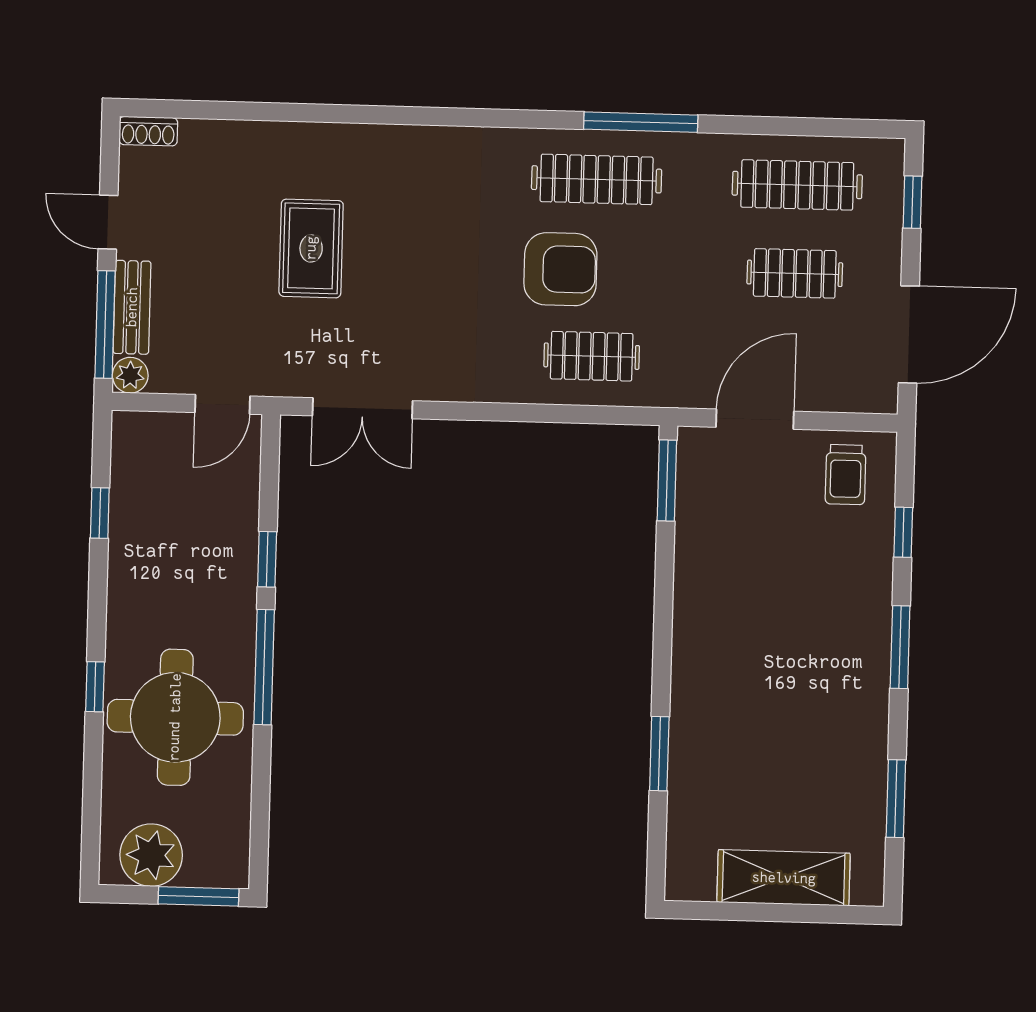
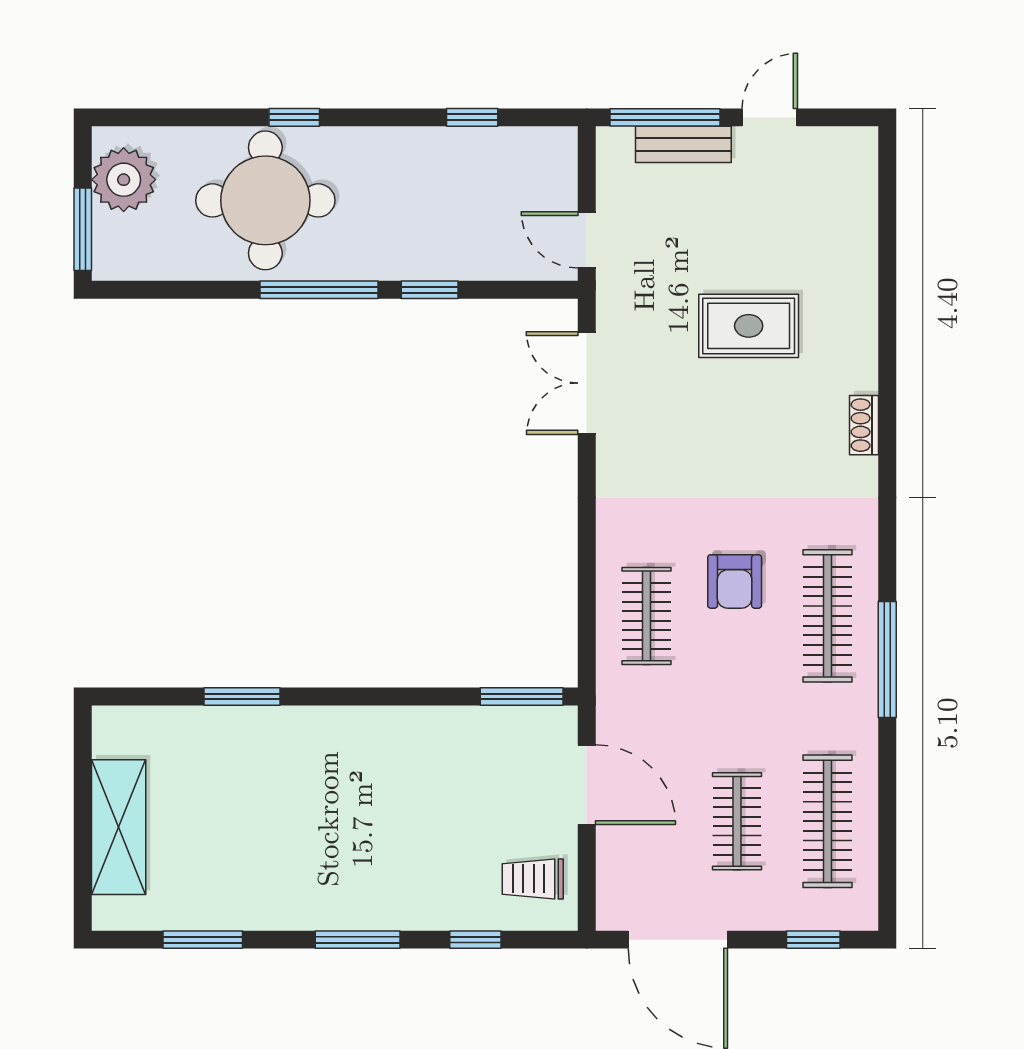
shoe rack: (148, 131) -> (864, 425), moved
armchair: (560, 269) -> (735, 581), width x0.72, depth x0.72
plant: (130, 375) -> (614, 145), removed

